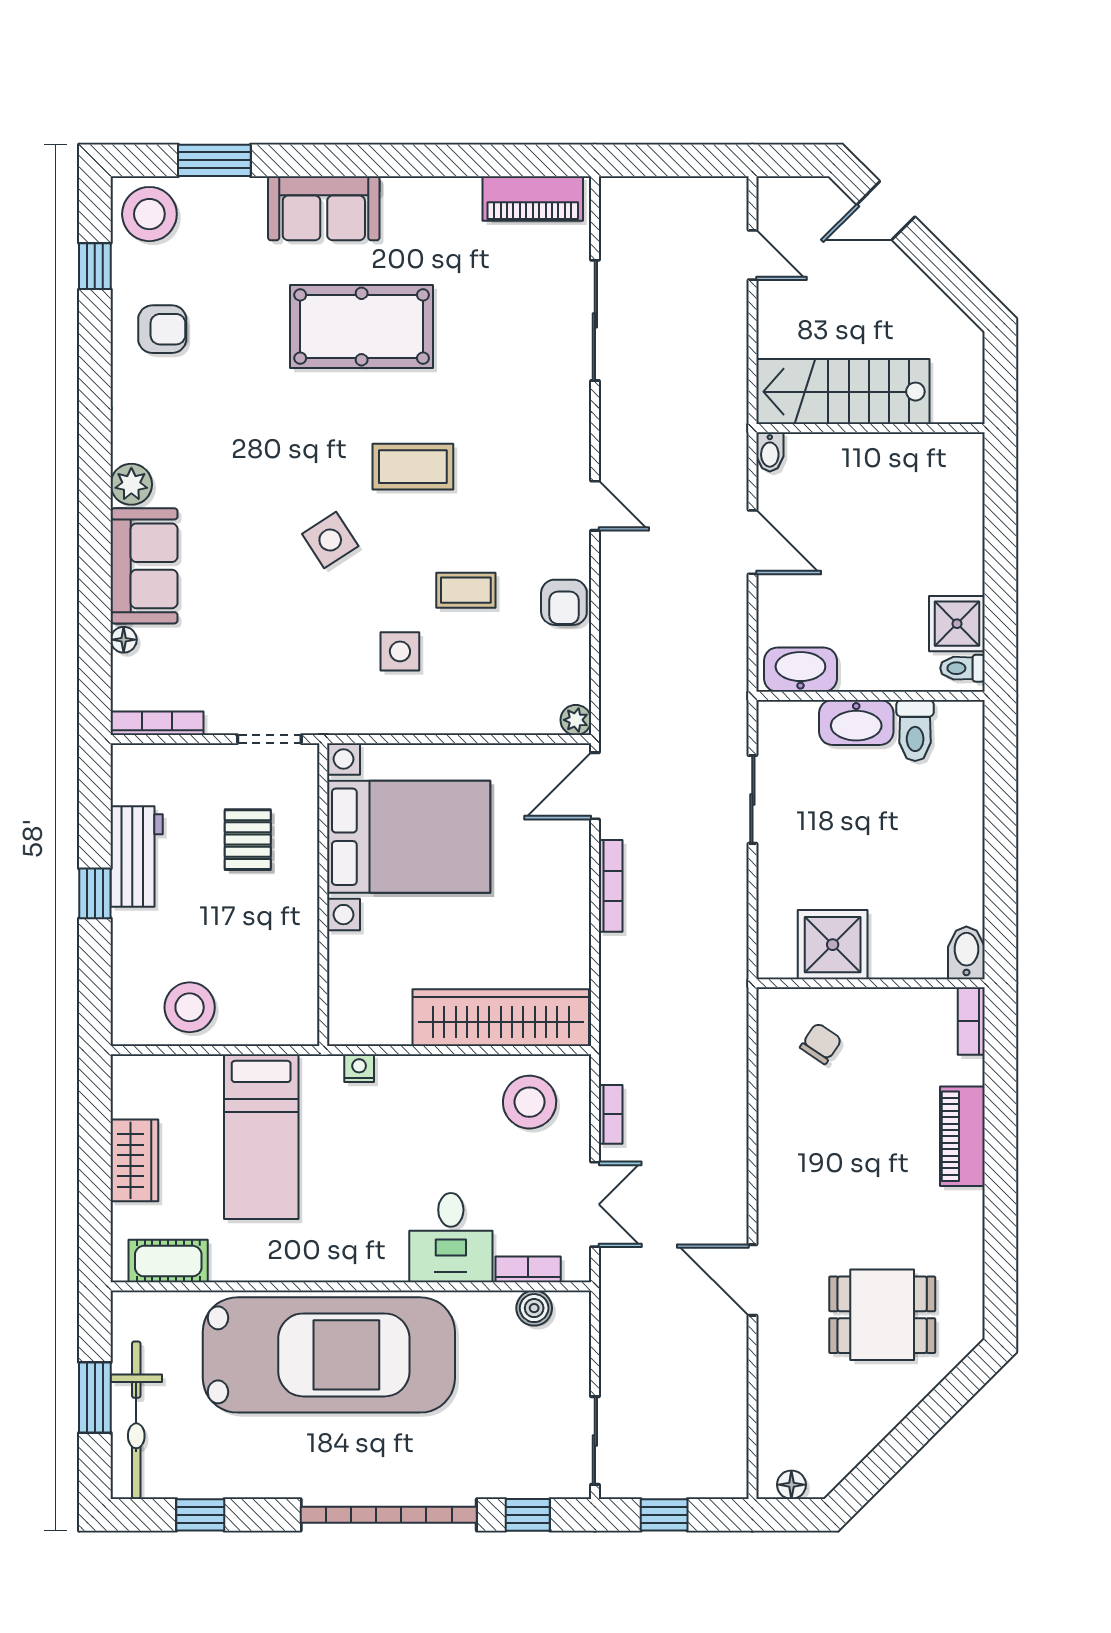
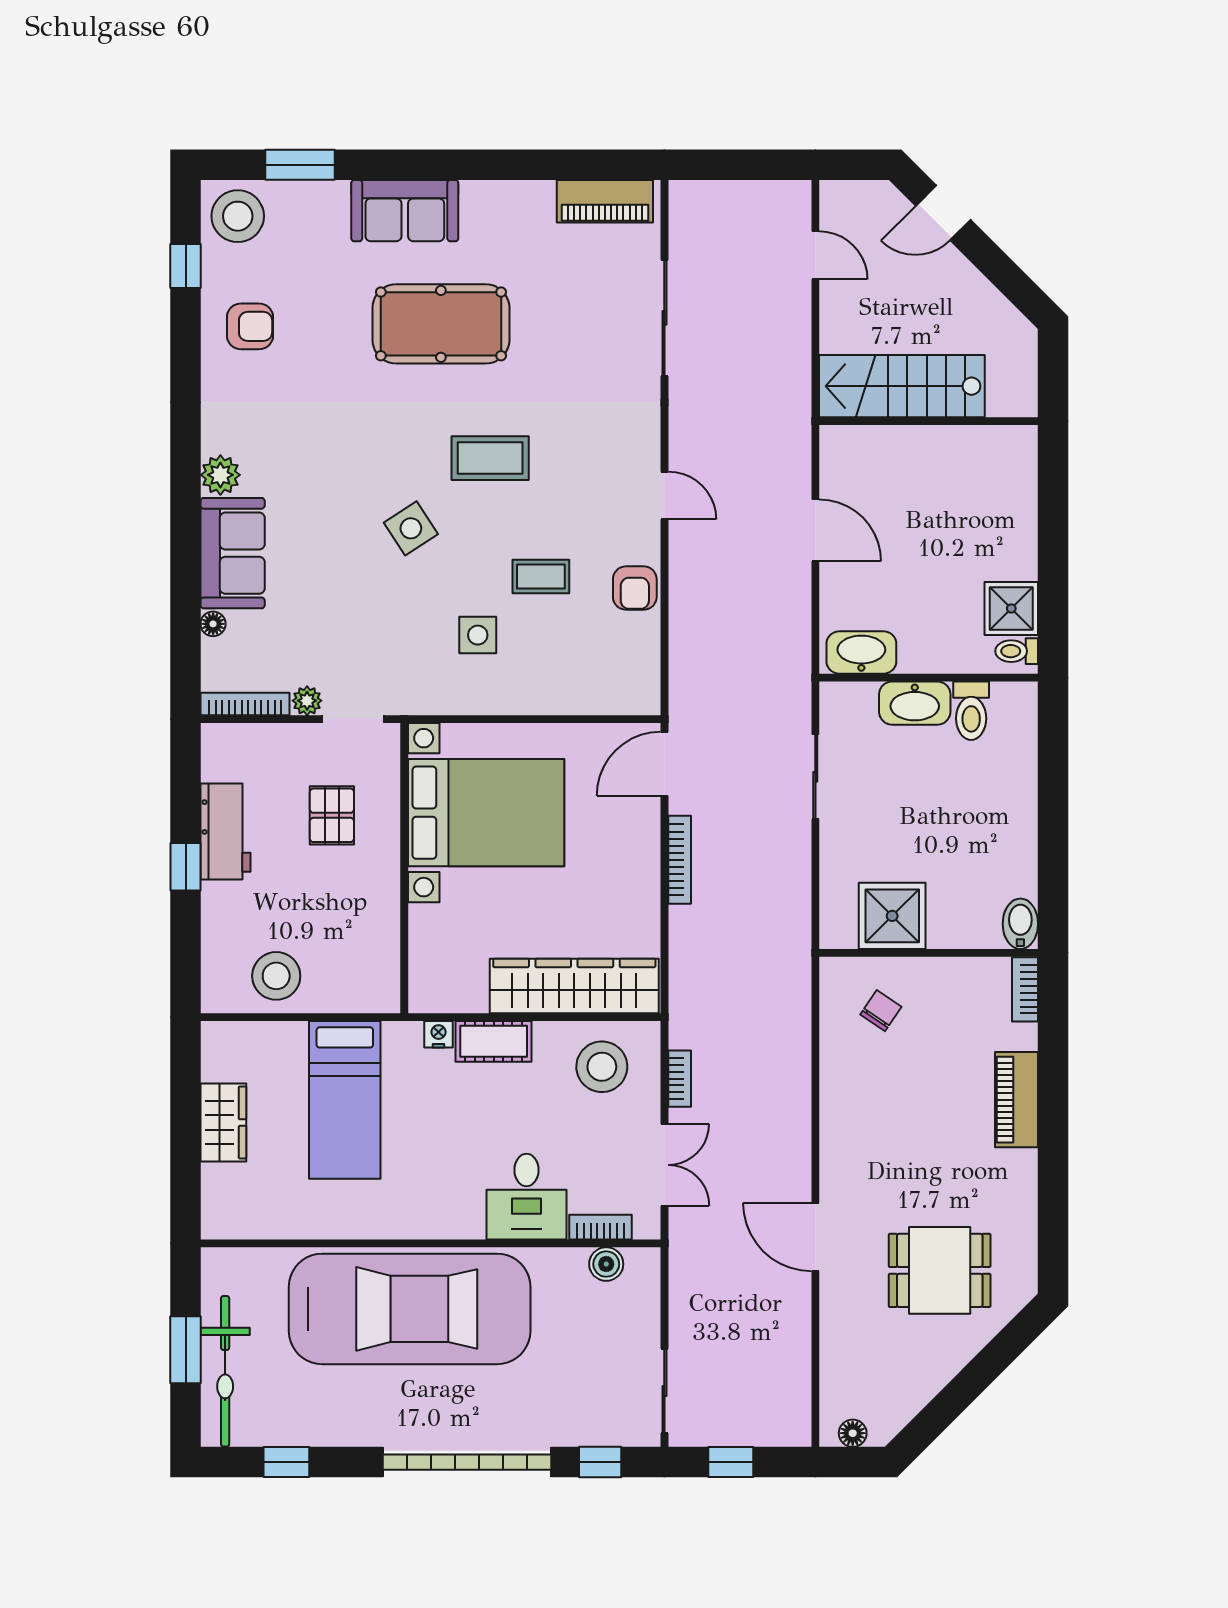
bidet: (770, 452) -> (832, 444), removed
plant: (576, 720) -> (307, 701), moved
cot: (168, 1261) -> (494, 1041), moved

